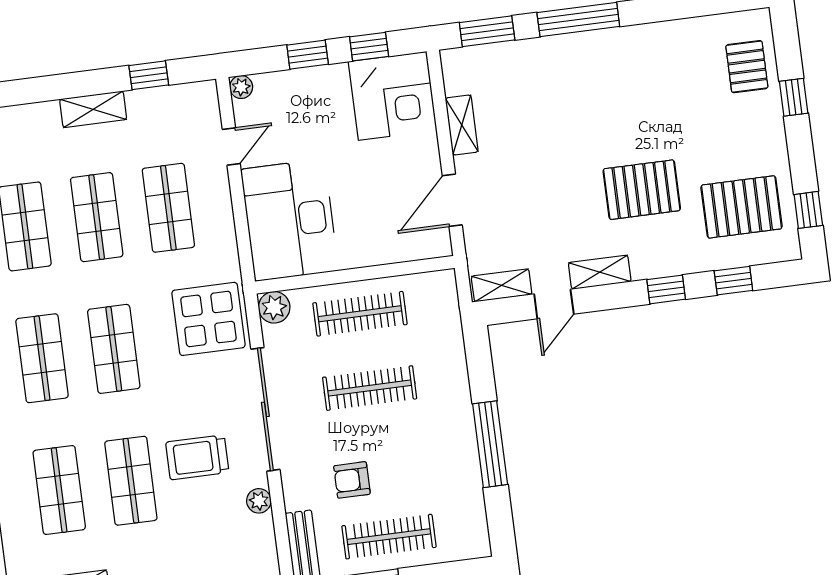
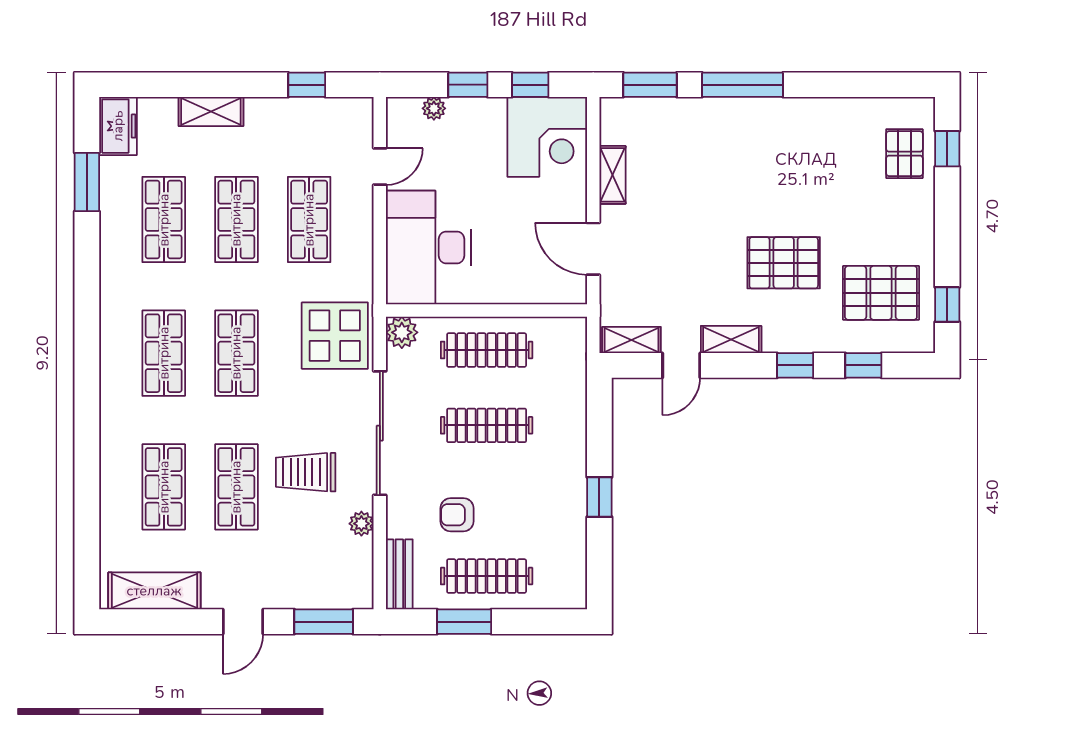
plant: (241, 87) -> (434, 108), moved
window: (794, 97) -> (947, 149), moved
shelving: (93, 109) -> (211, 112), moved
door: (452, 200) -> (593, 249), hinge flipped
window: (490, 444) -> (599, 497), width x0.46

